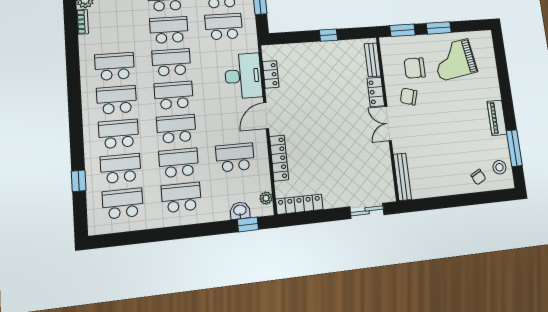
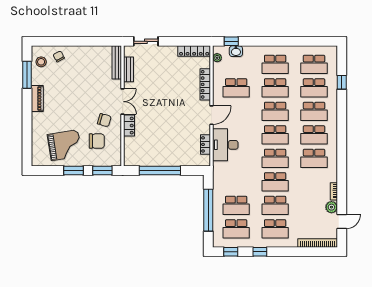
school desk: (224, 27) -> (236, 182), removed
window: (328, 35) -> (160, 170), width x3.17
bench: (373, 60) -> (128, 69), moved

